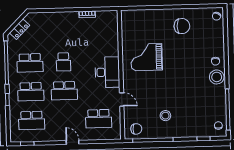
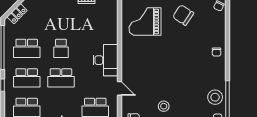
chair: (182, 26) -> (183, 15), turned -147
grand piano: (146, 57) -> (145, 21), moved
stool: (217, 77) -> (215, 97), moved

